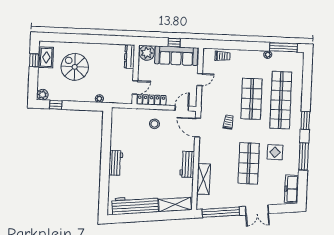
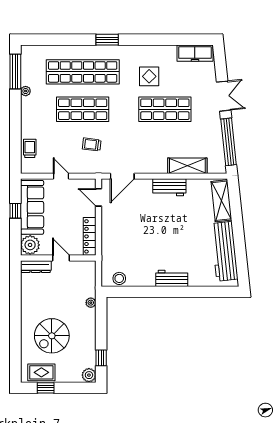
door: (135, 87) -> (61, 258), moved
trolley: (228, 122) -> (92, 144), moved
stool: (154, 124) -> (119, 278), moved
window: (304, 157) -> (153, 40), removed

